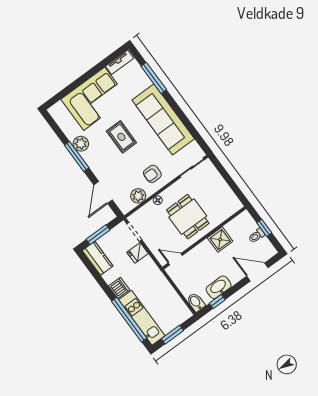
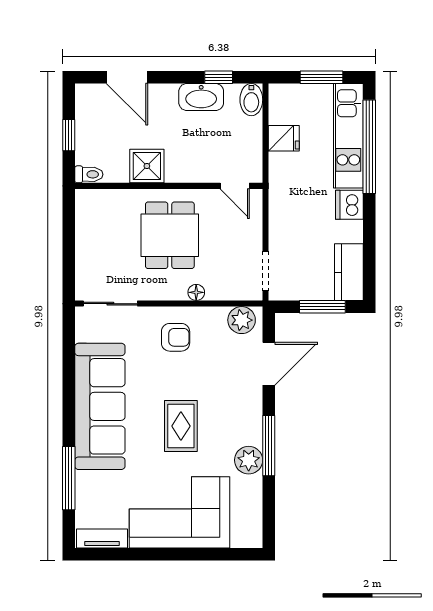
plant: (138, 196) -> (242, 320), moved
toilet: (256, 236) -> (89, 174), moved
fridge: (138, 253) -> (284, 138), moved

